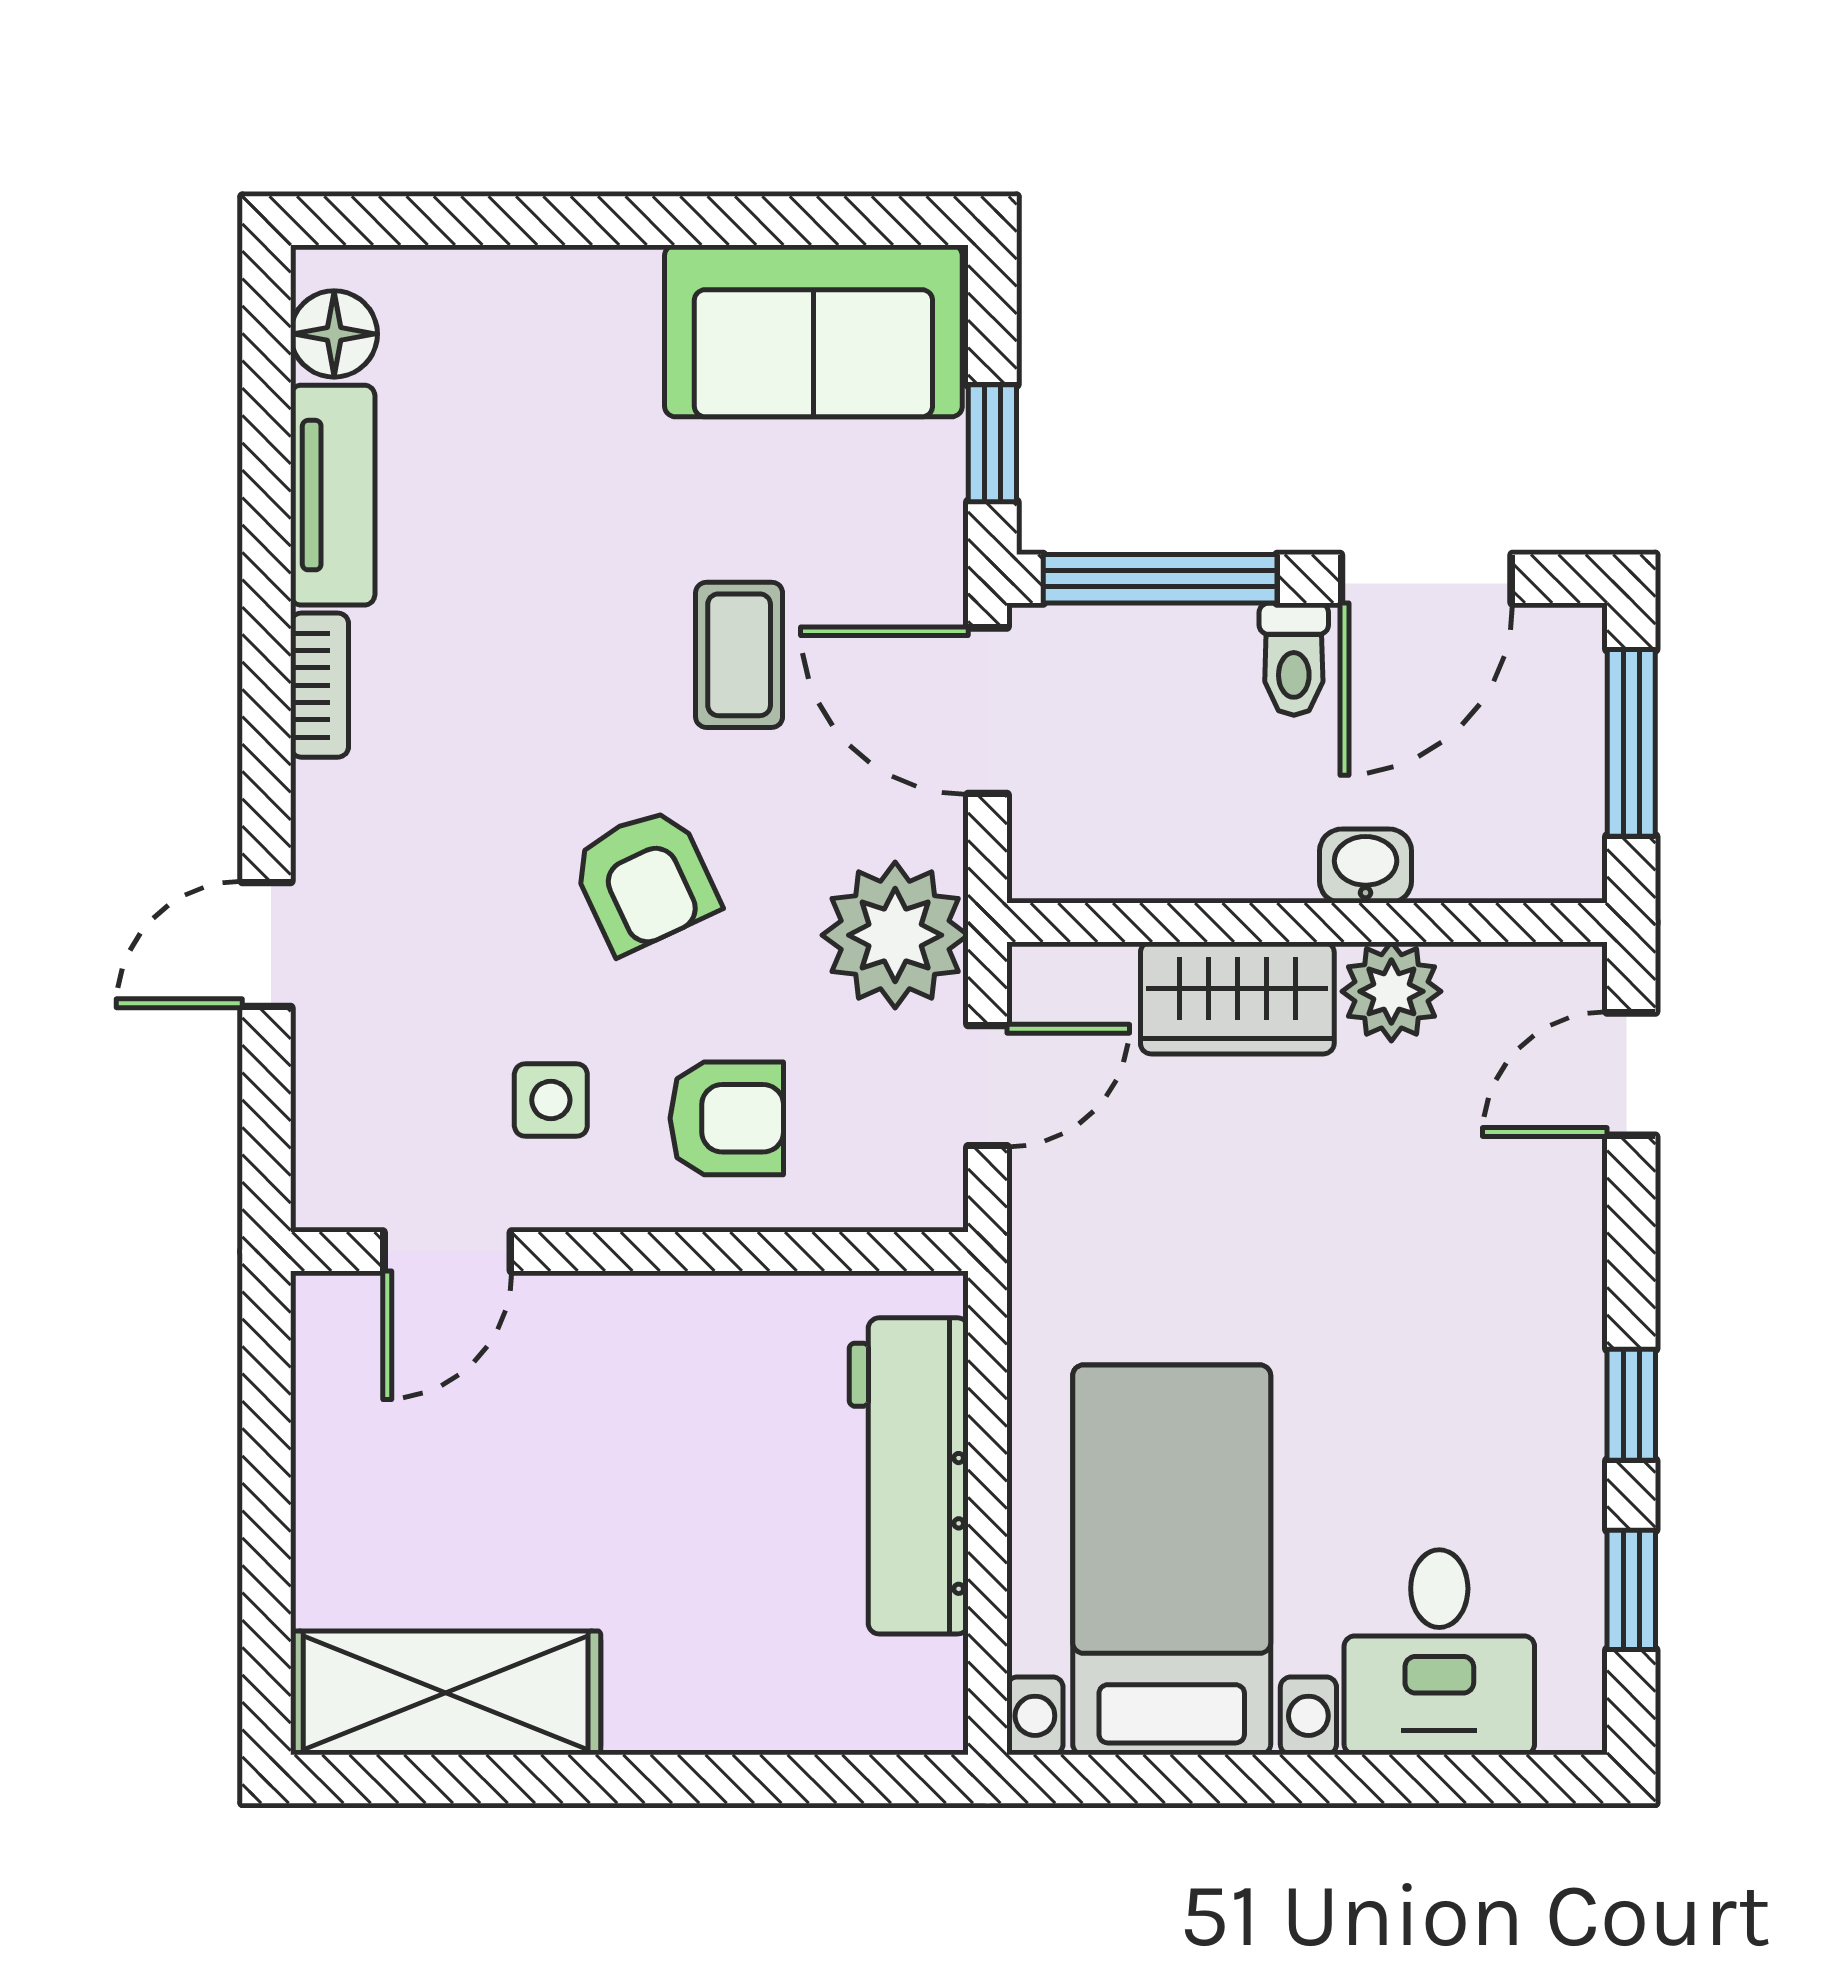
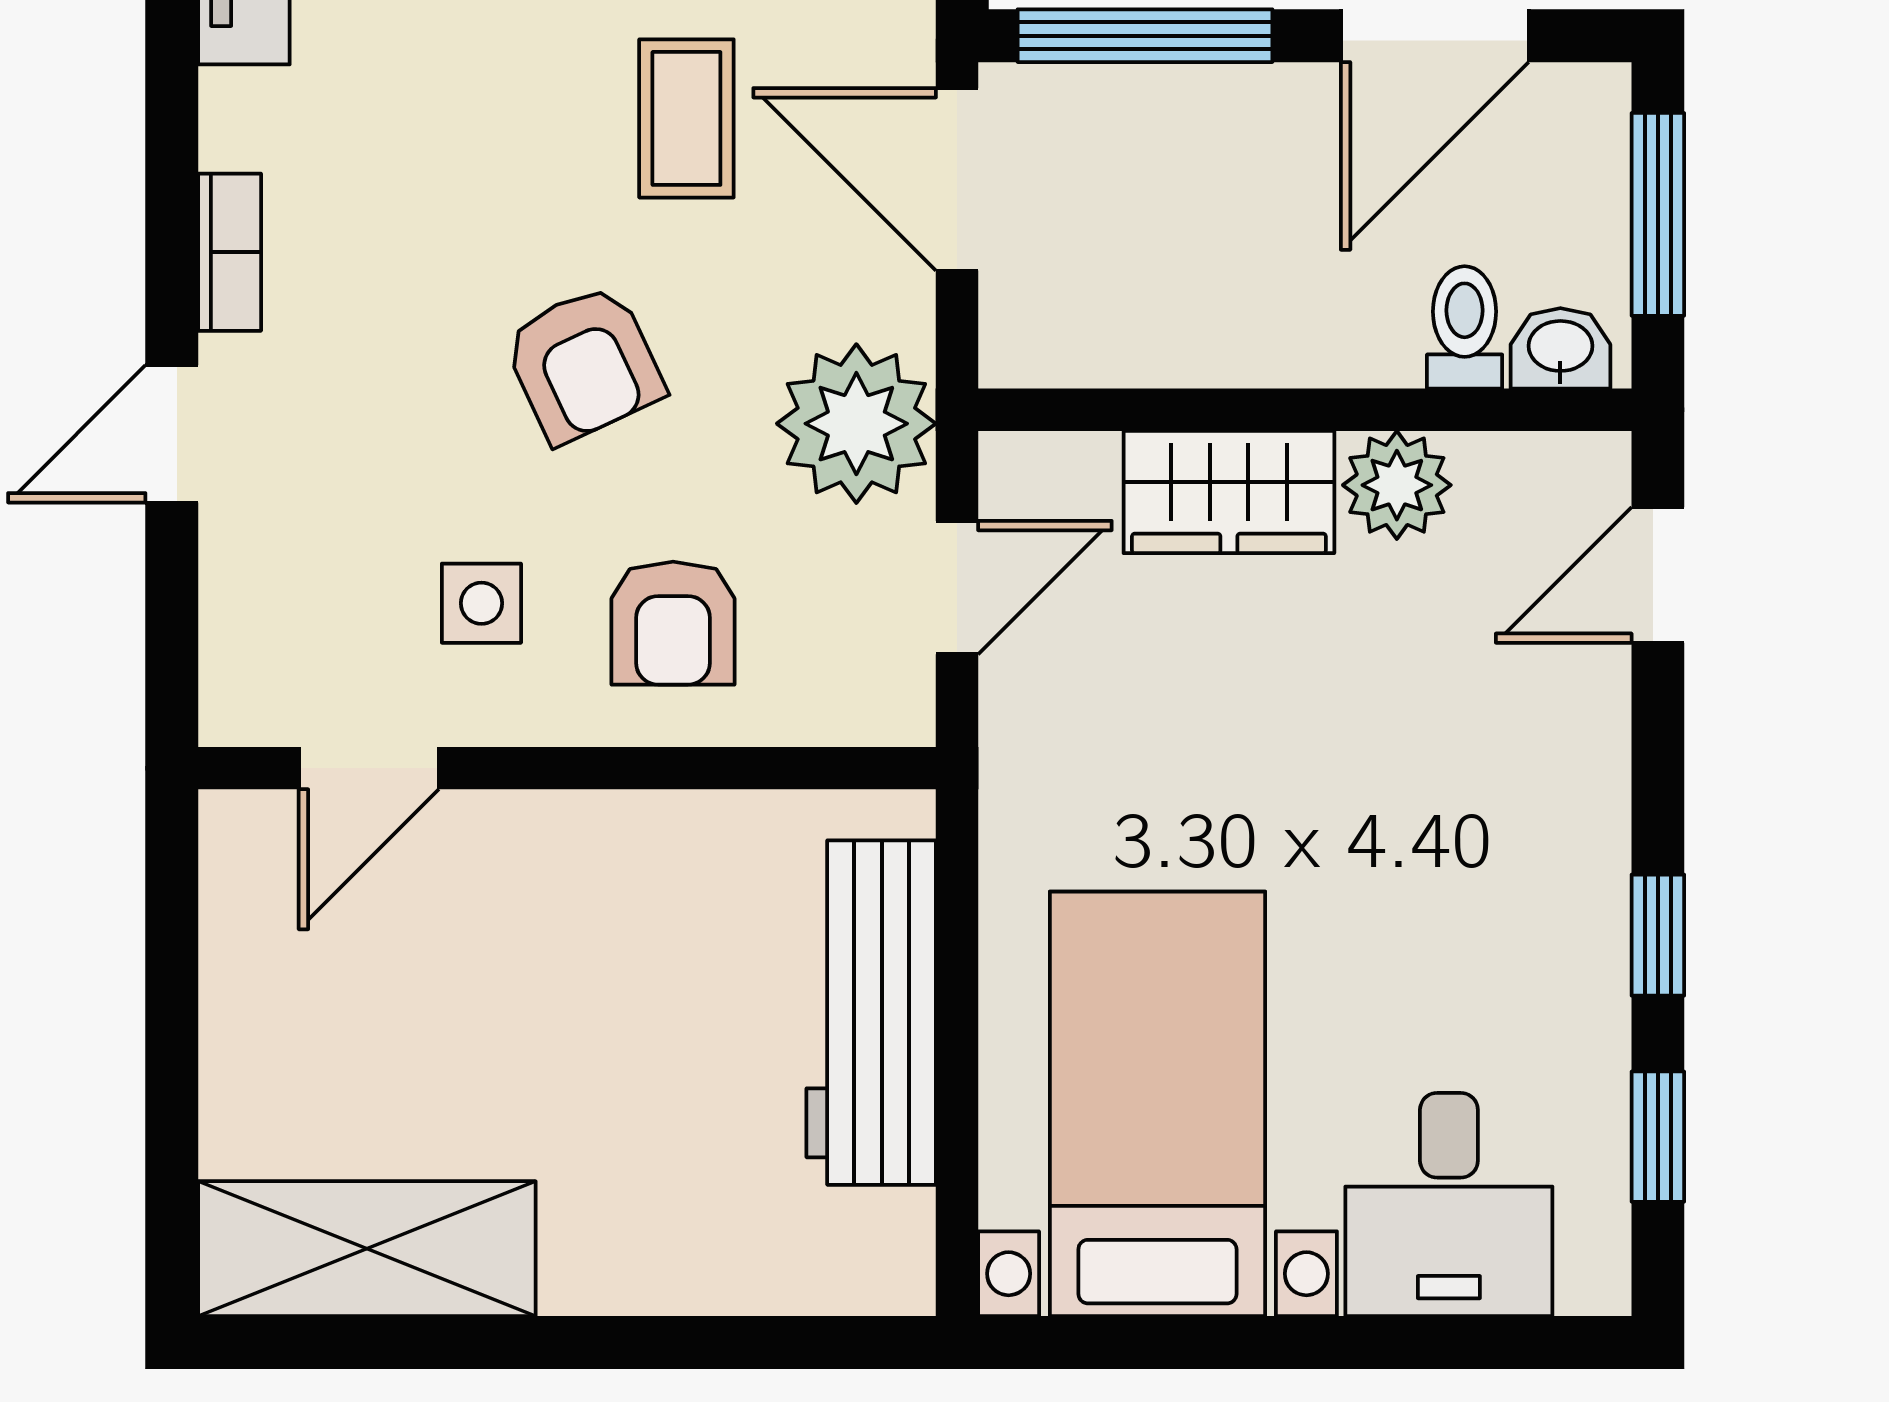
toilet: (1294, 659) -> (1465, 327), moved, turned 180
bookcase: (320, 685) -> (230, 252), moved
washbasin: (1366, 866) -> (1560, 348), moved
armchair: (727, 1118) -> (673, 623), turned 90

